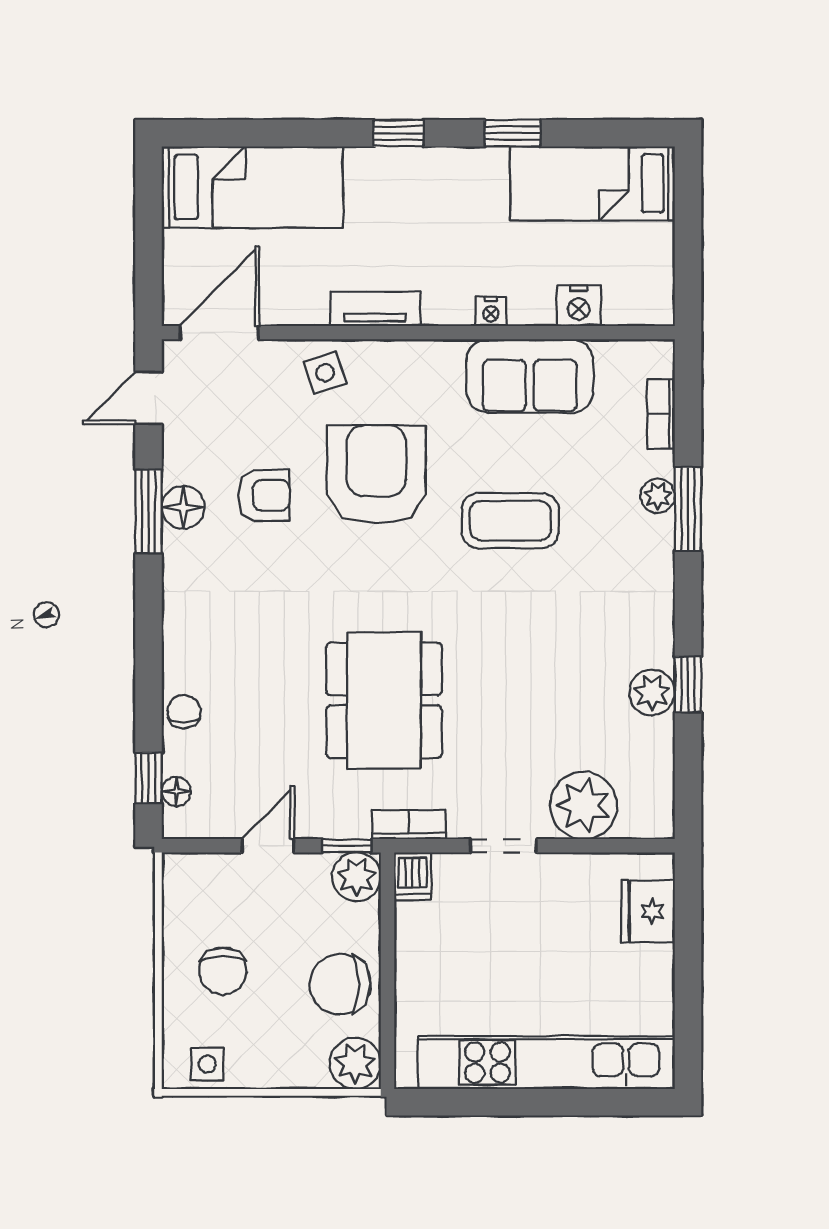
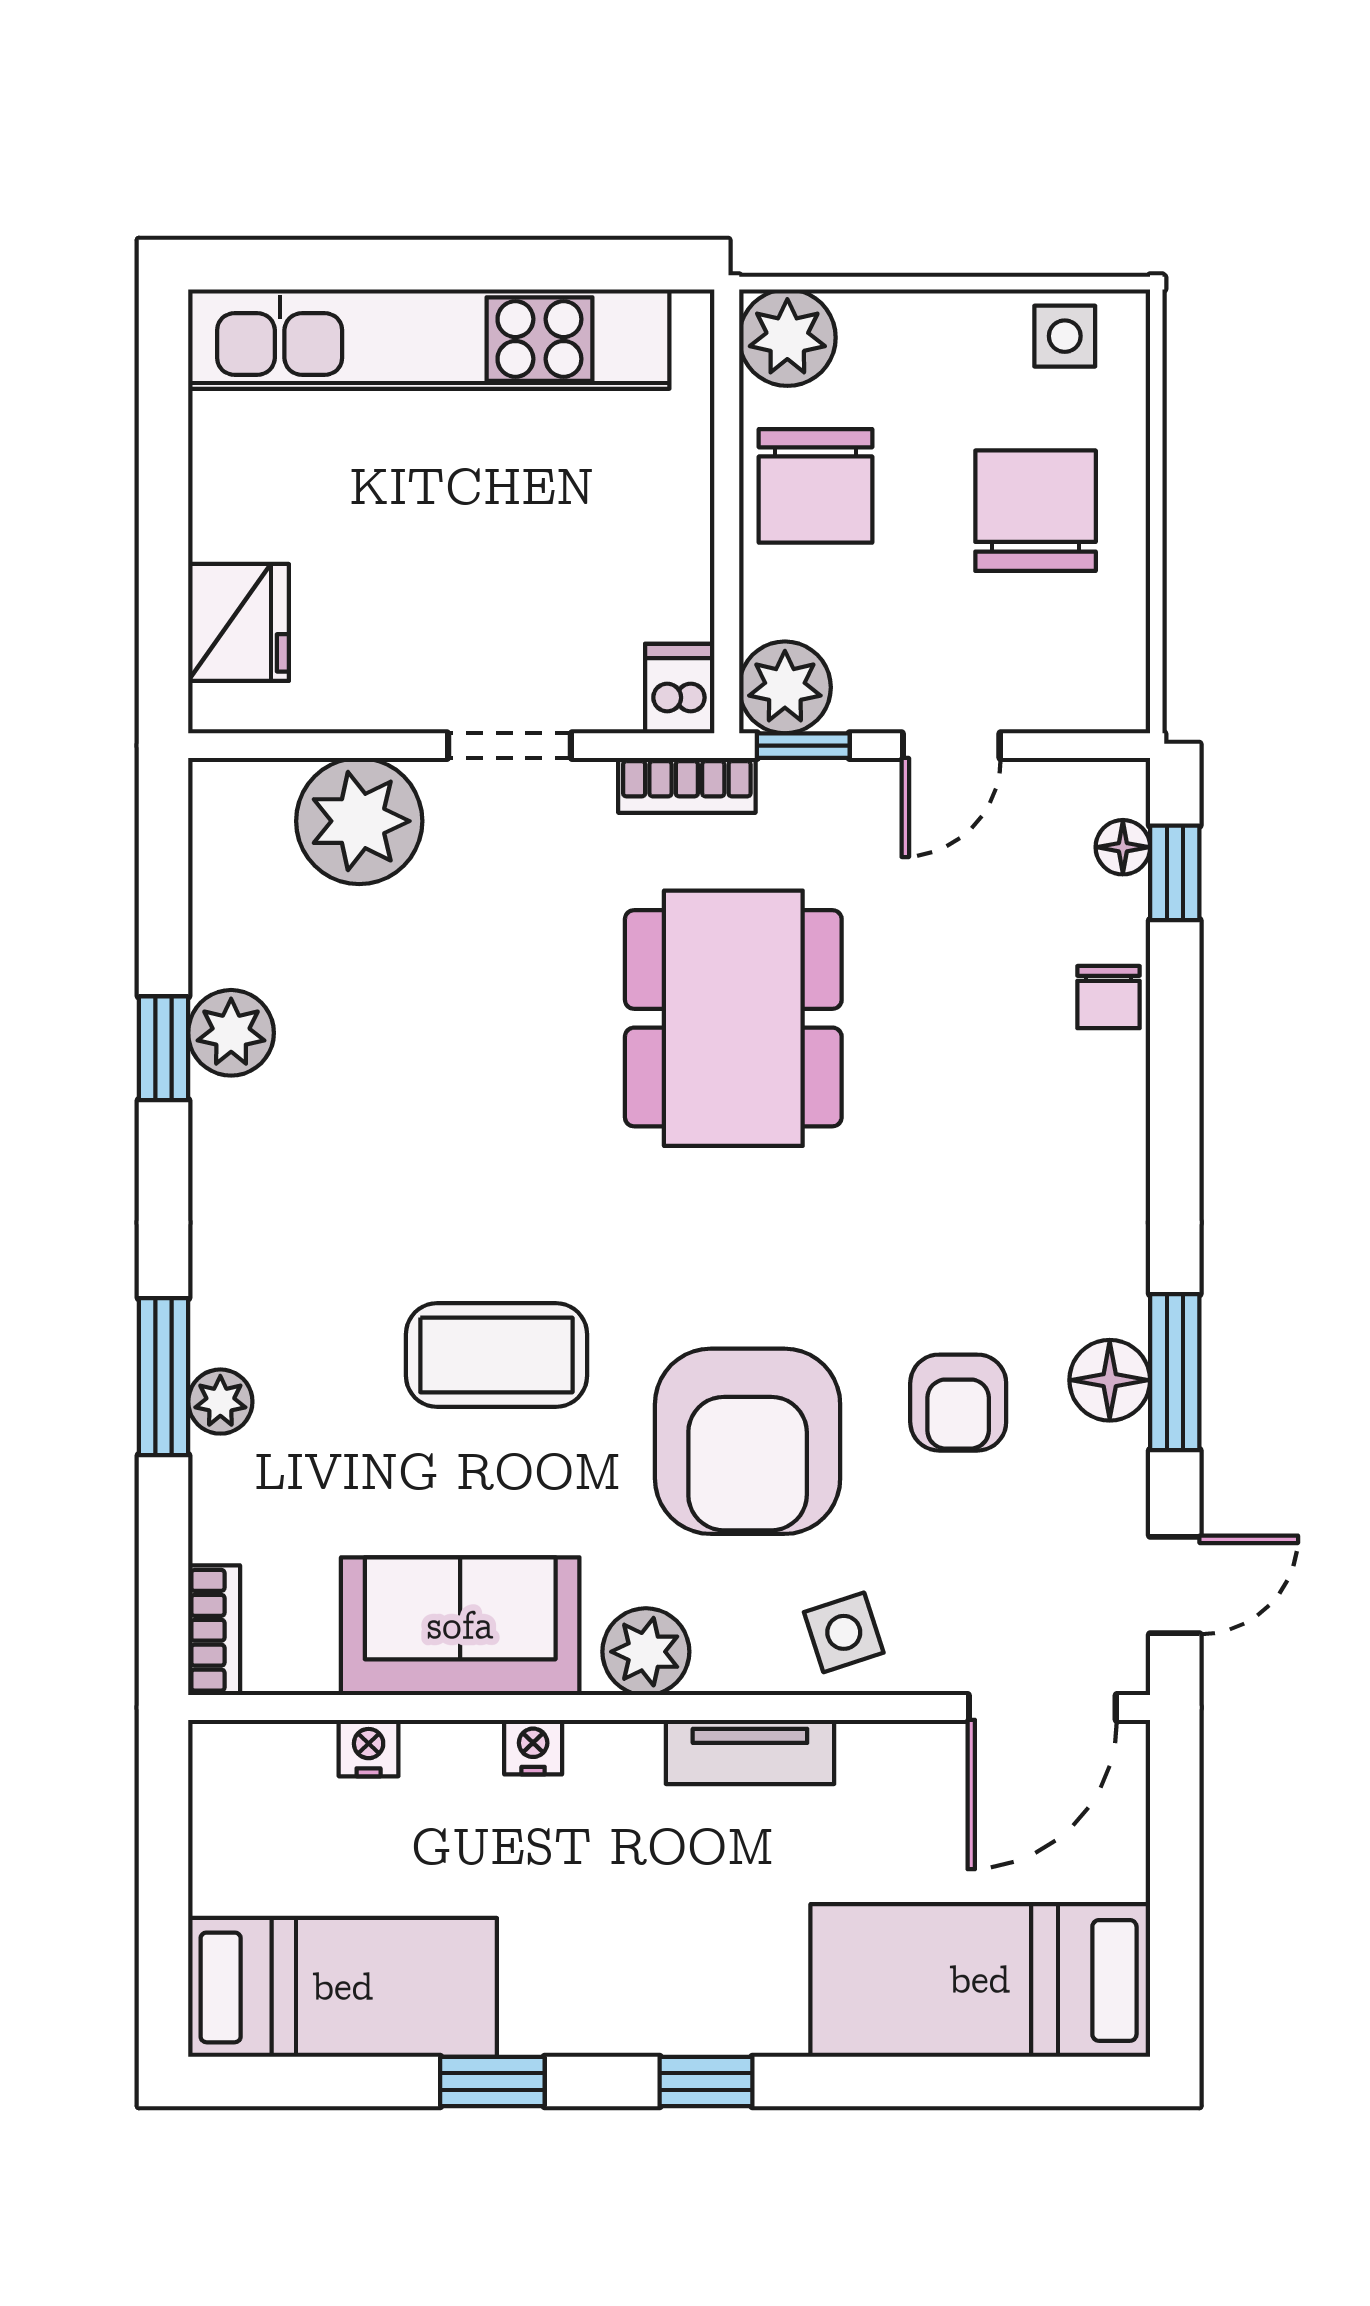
nightstand: (579, 306) -> (369, 1748), width x0.72, depth x0.74
plant: (431, 362) -> (646, 1652), added
bookcase: (661, 414) -> (214, 1630), moved
armchair: (264, 495) -> (958, 1403), turned -90
chair: (223, 971) -> (1036, 511), width x1.37, depth x1.37
chair: (340, 984) -> (815, 486), turned 90

